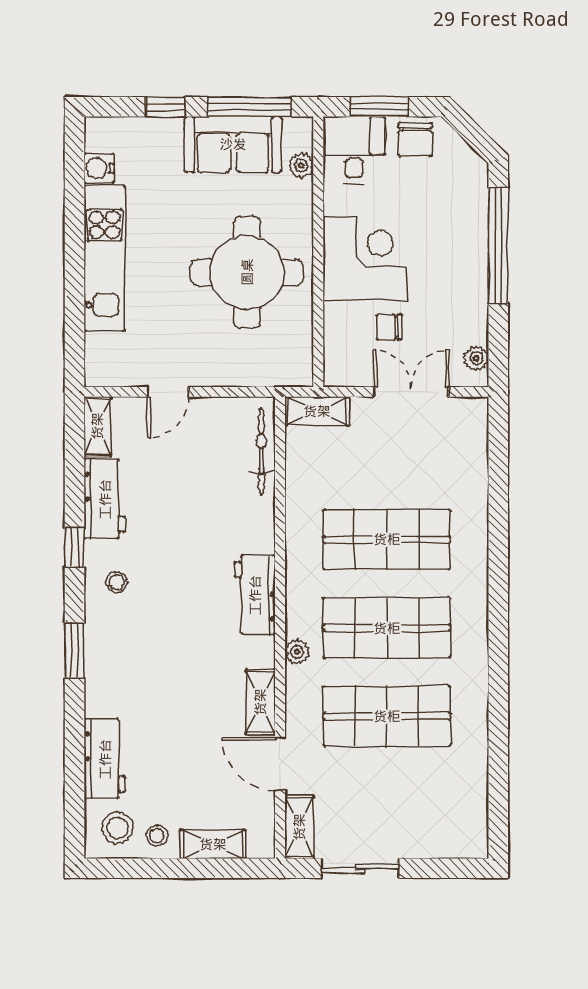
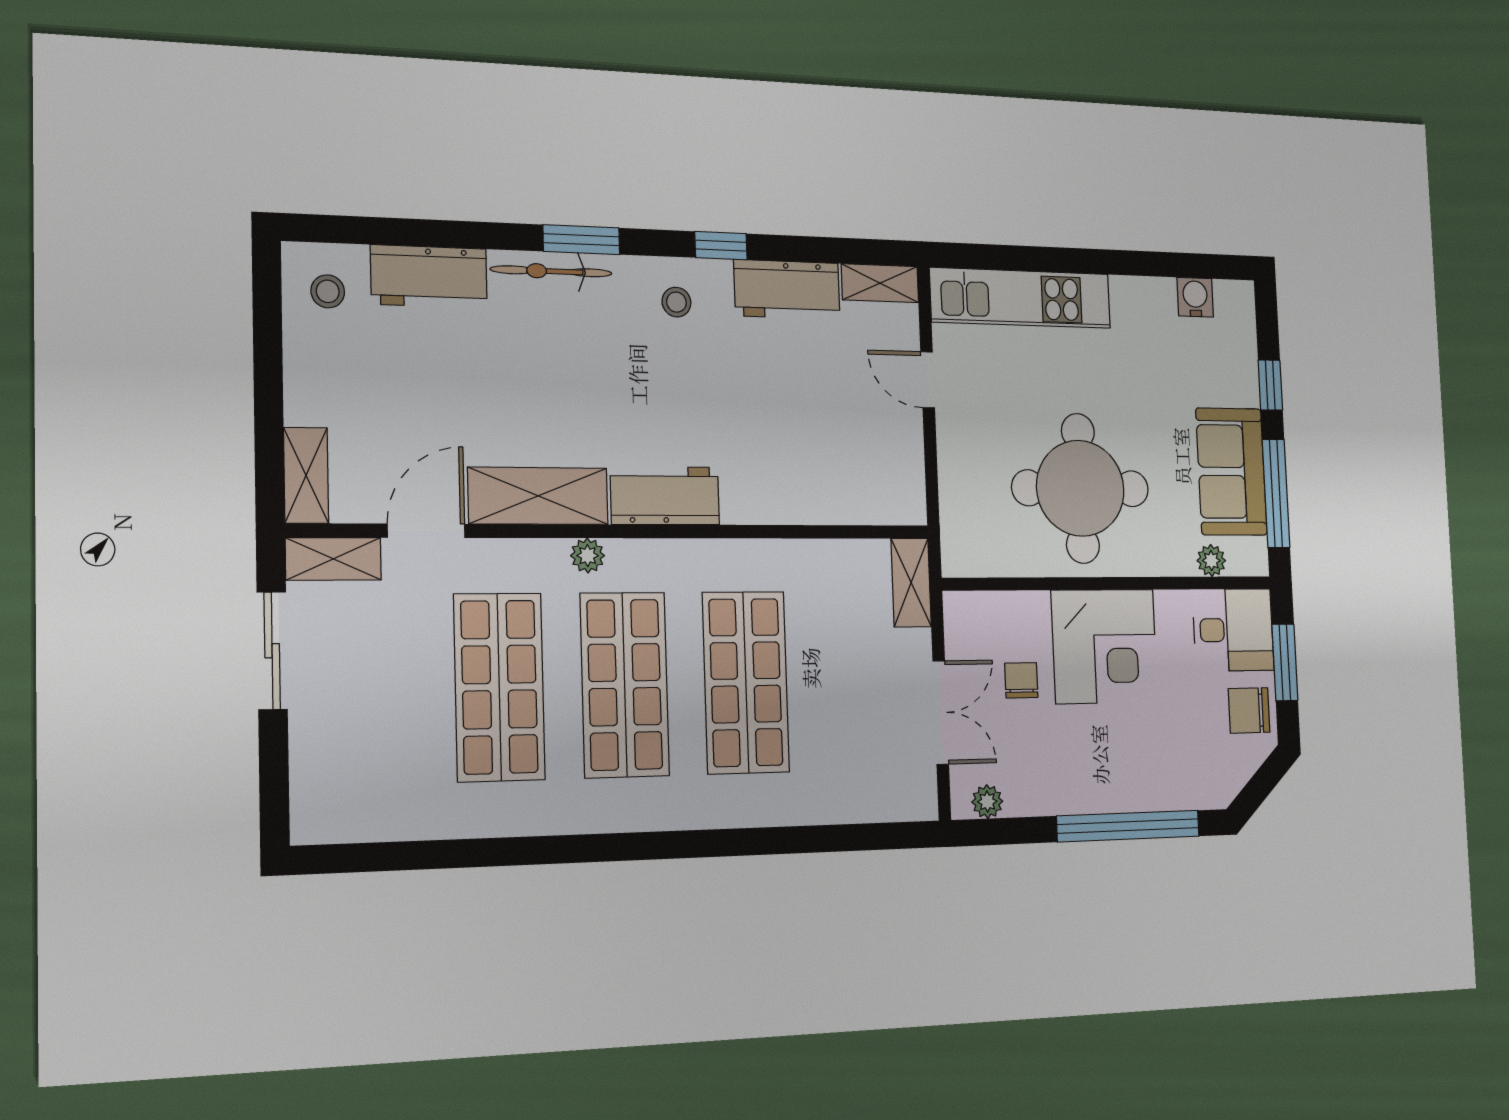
kitchen unit: (105, 258) -> (1021, 298), moved
bicycle: (261, 451) -> (551, 271), moved, turned 180
shelving: (260, 702) -> (538, 496), width x1.50, depth x1.33
stool: (117, 828) -> (328, 291), width x0.73, depth x0.73
stool: (157, 836) -> (317, 349), removed
shelving: (213, 844) -> (306, 475), moved

